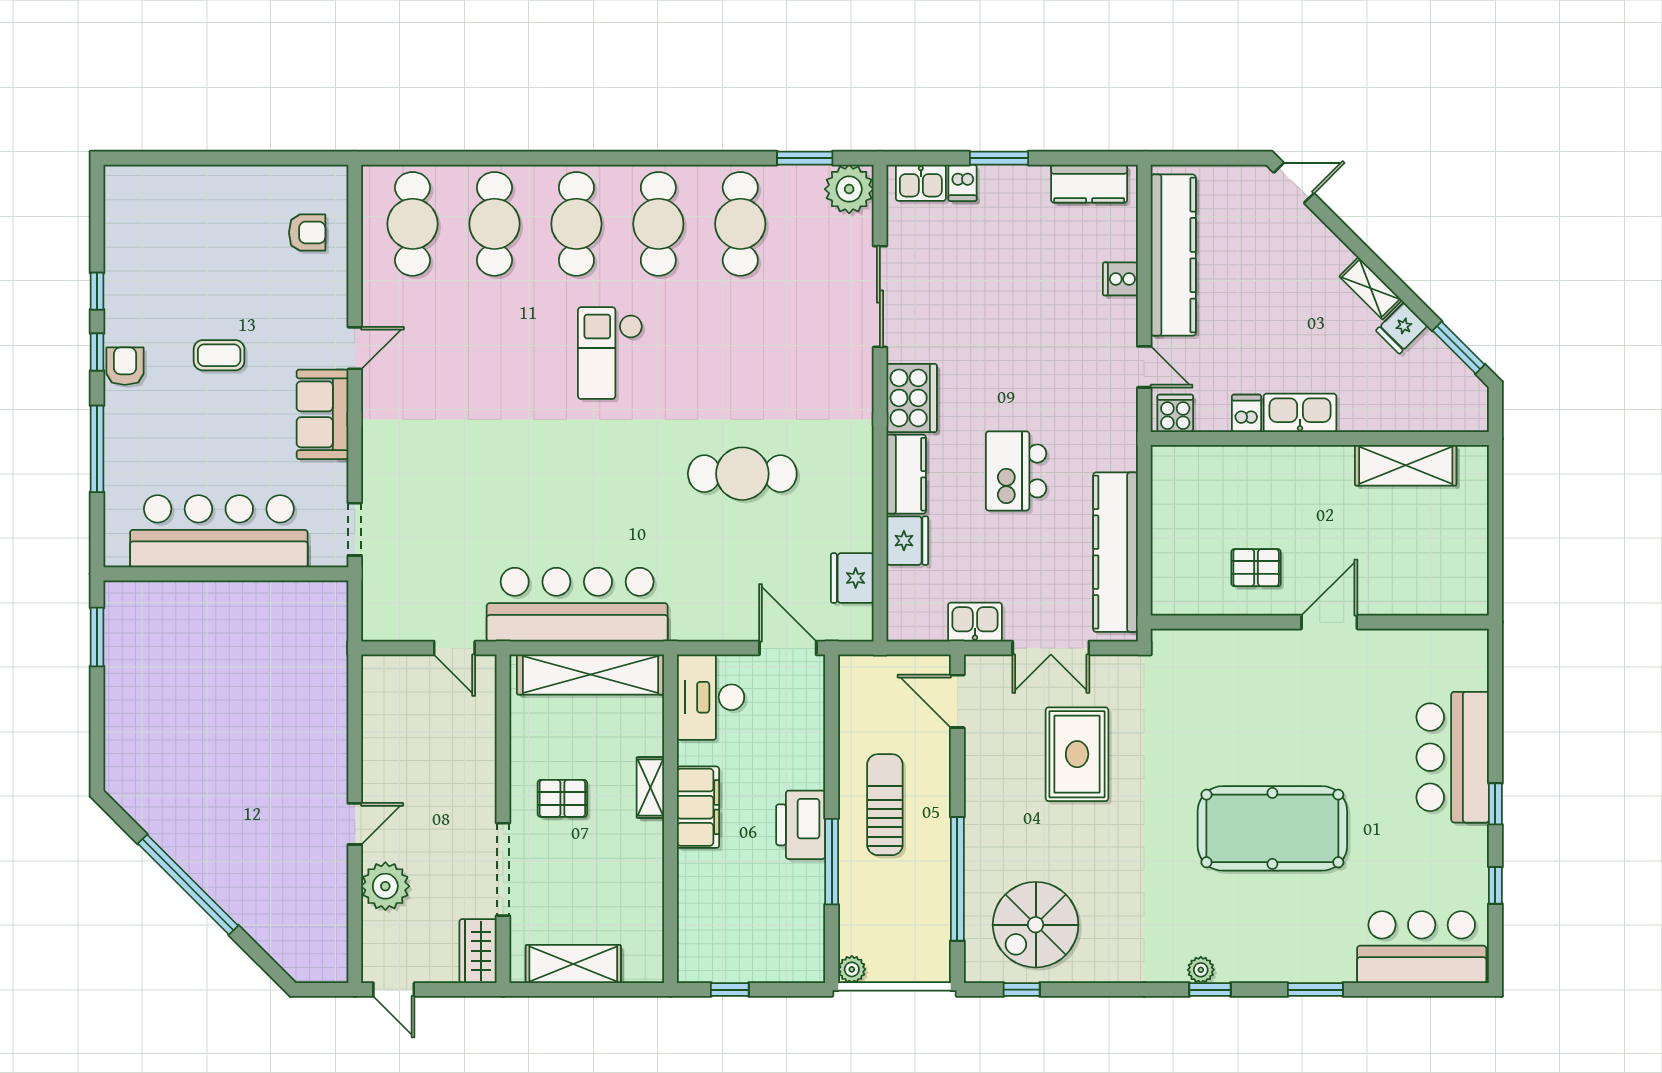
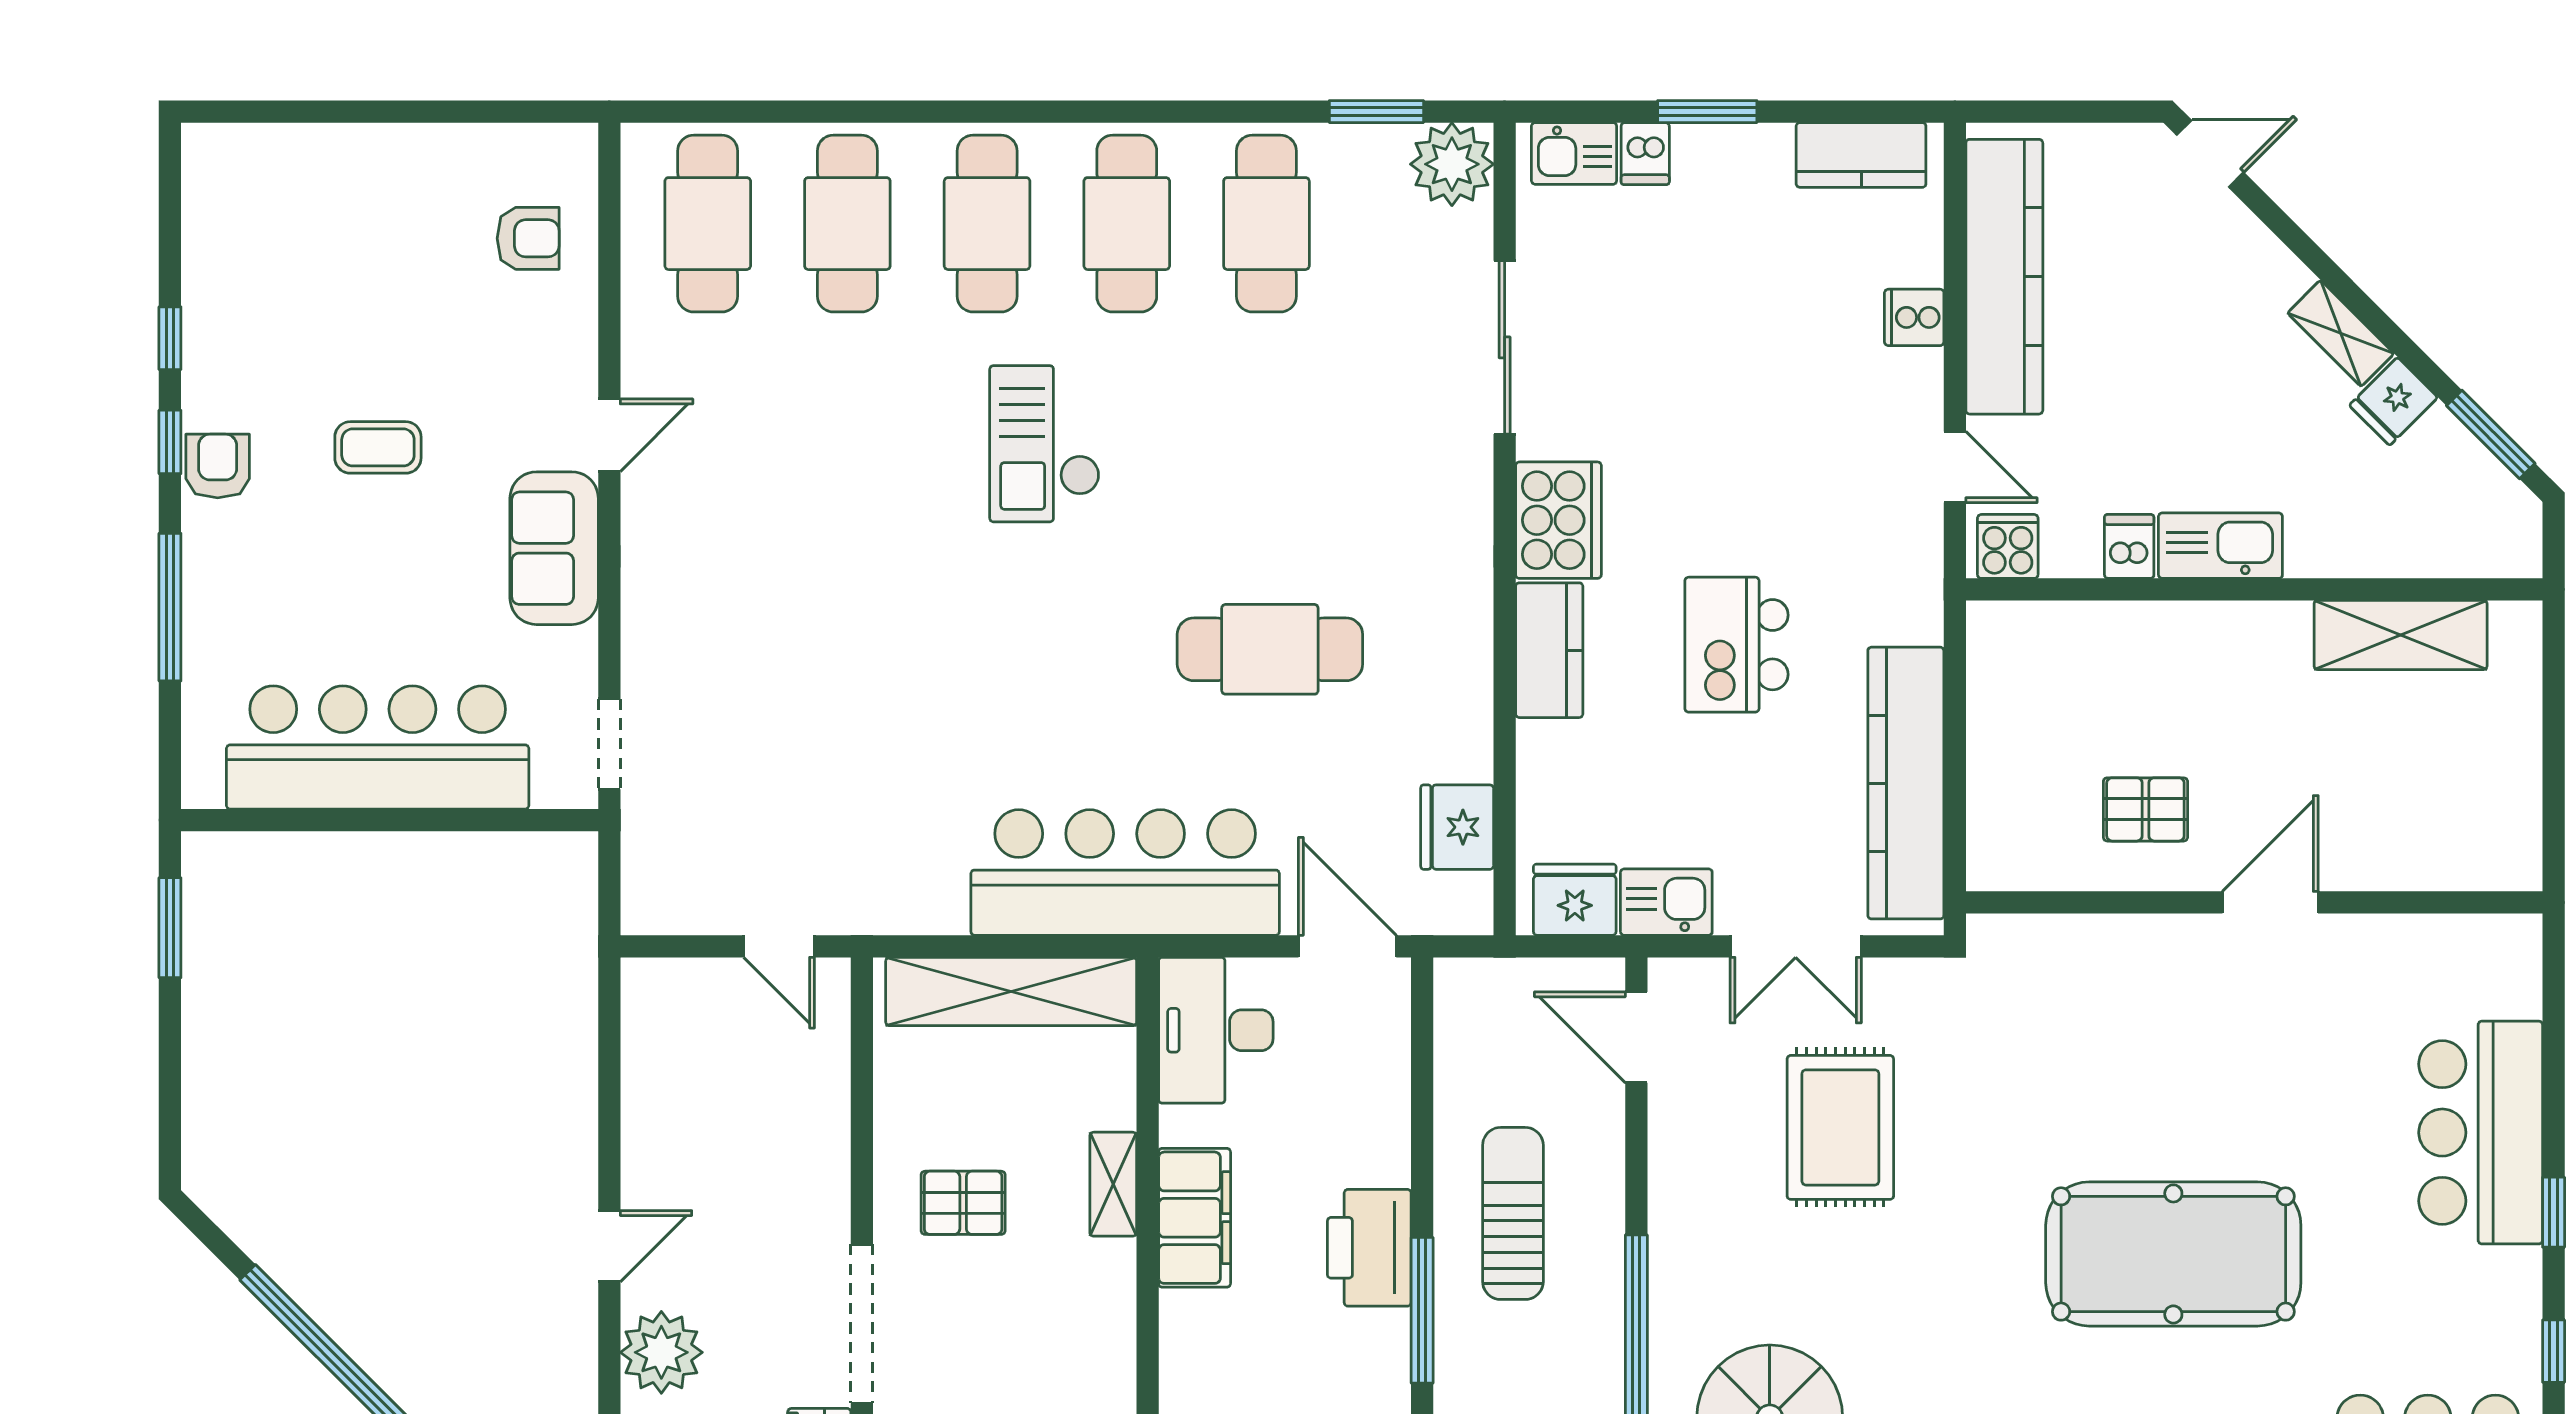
fridge: (907, 541) -> (1575, 900), moved, turned -90
bar counter: (577, 605) -> (1125, 873), moved

